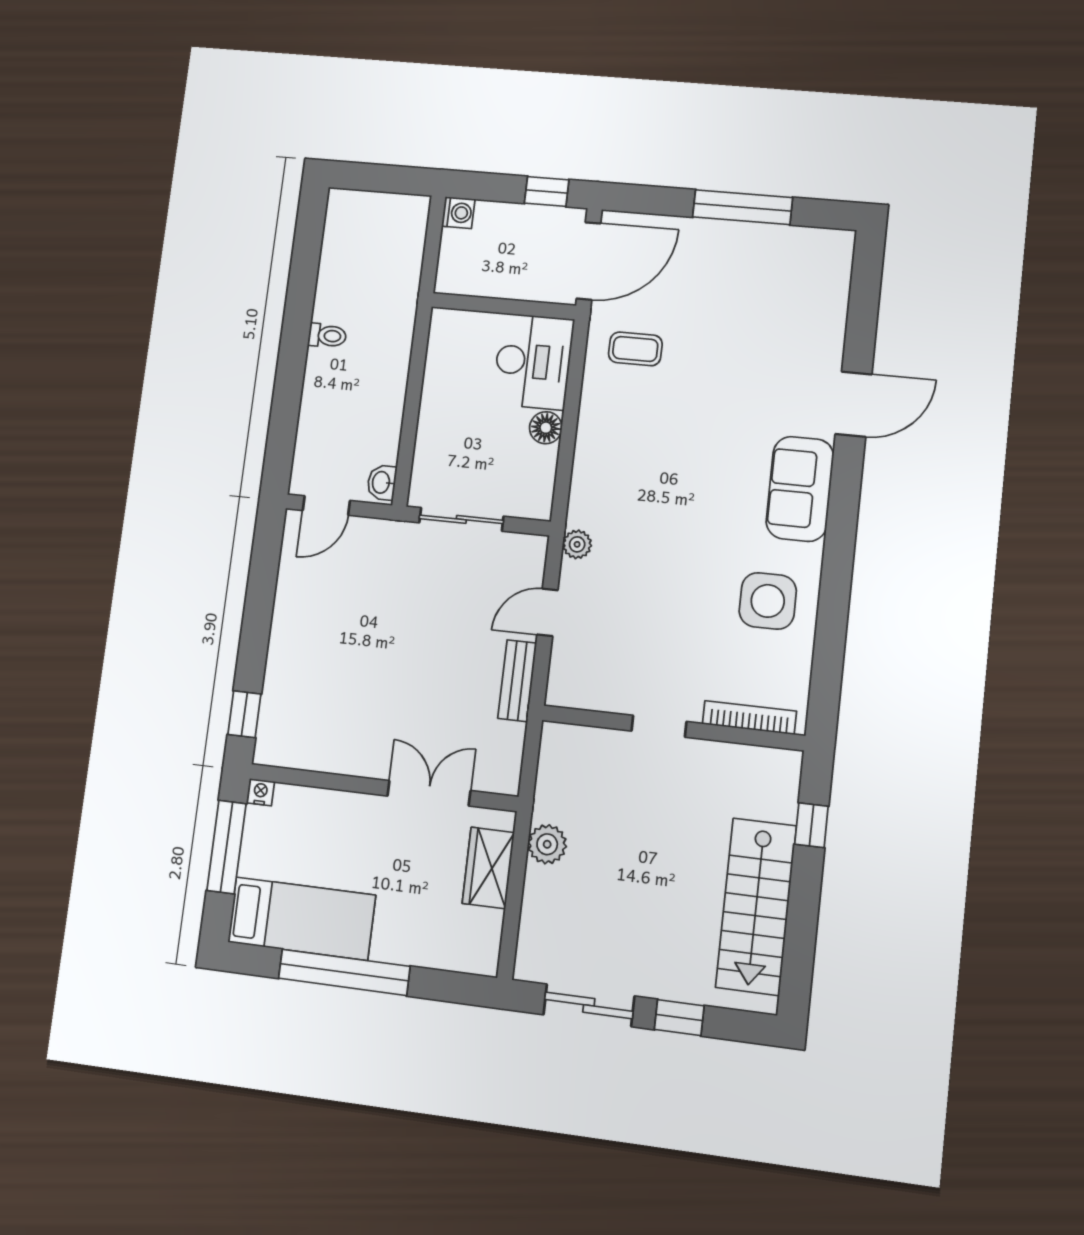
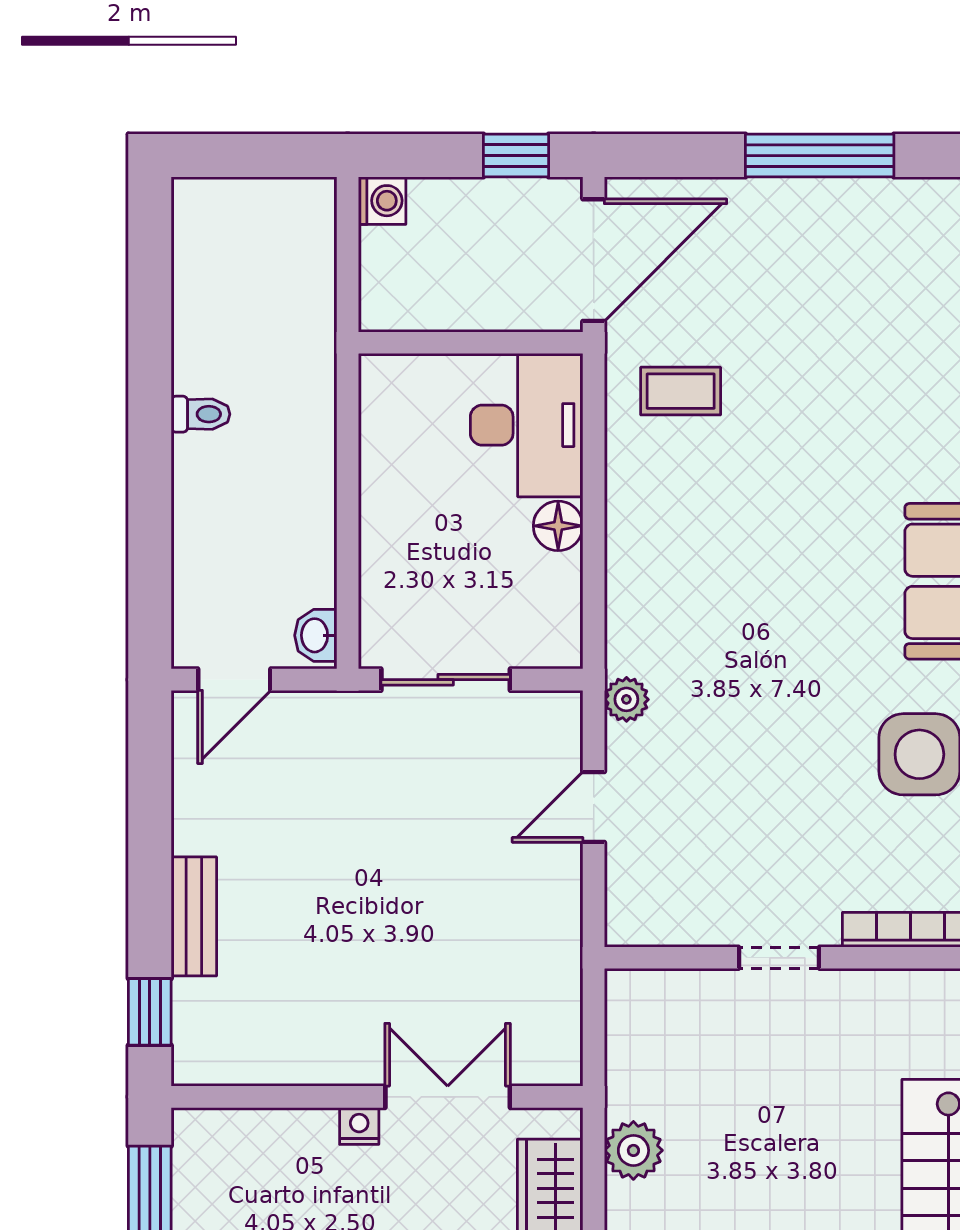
bench: (517, 681) -> (194, 916), moved
nightstand: (260, 792) -> (359, 1126), moved

